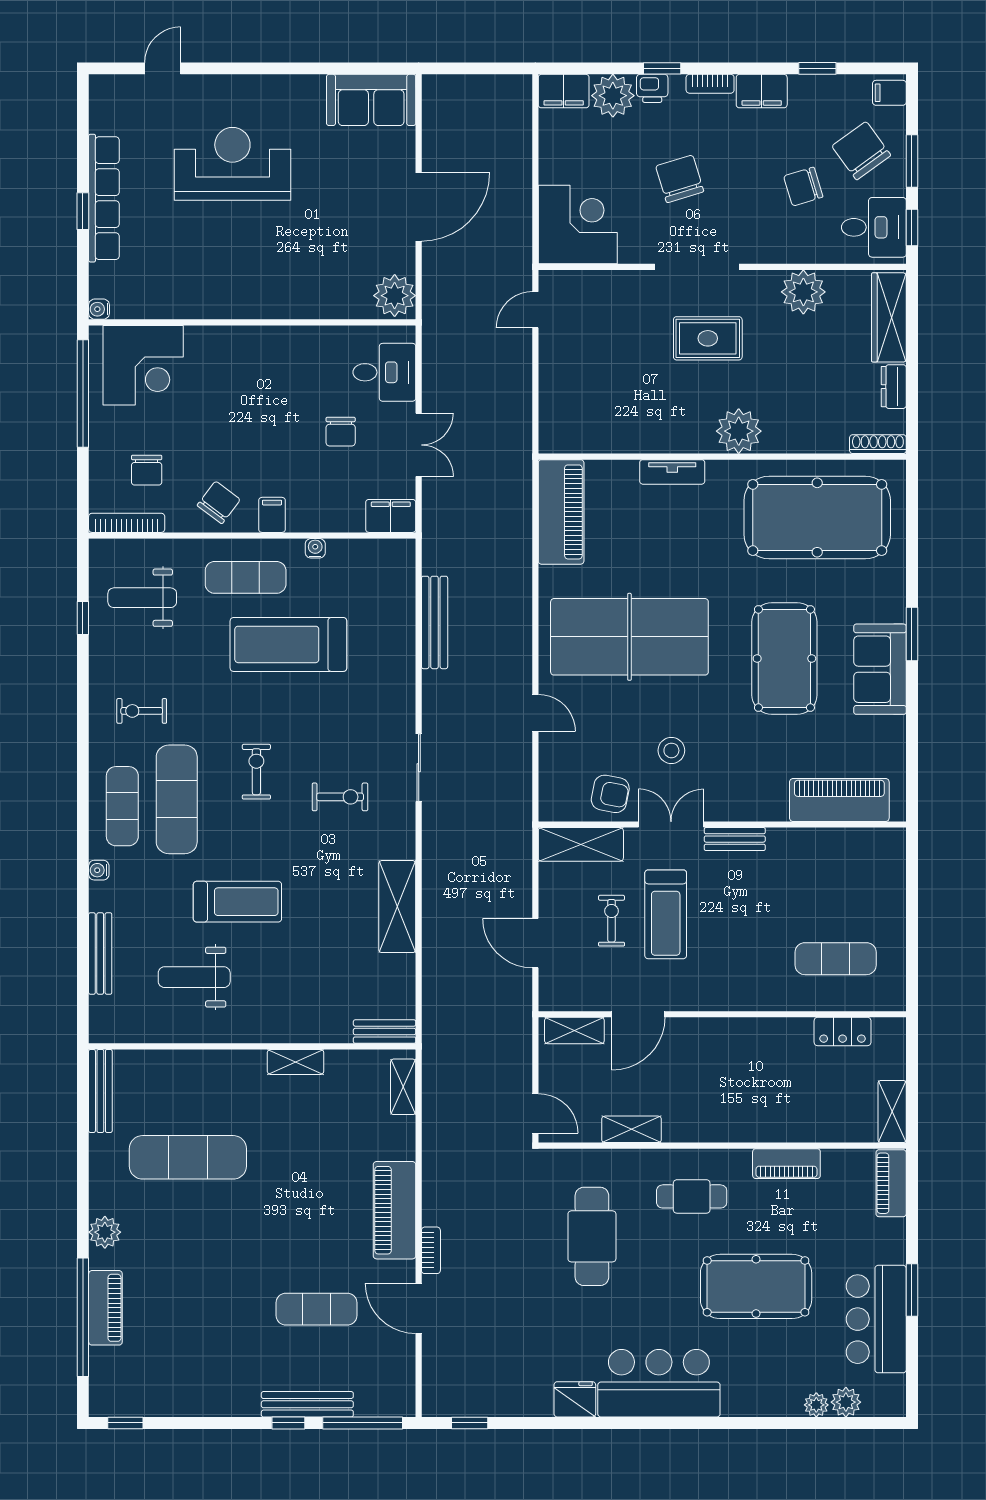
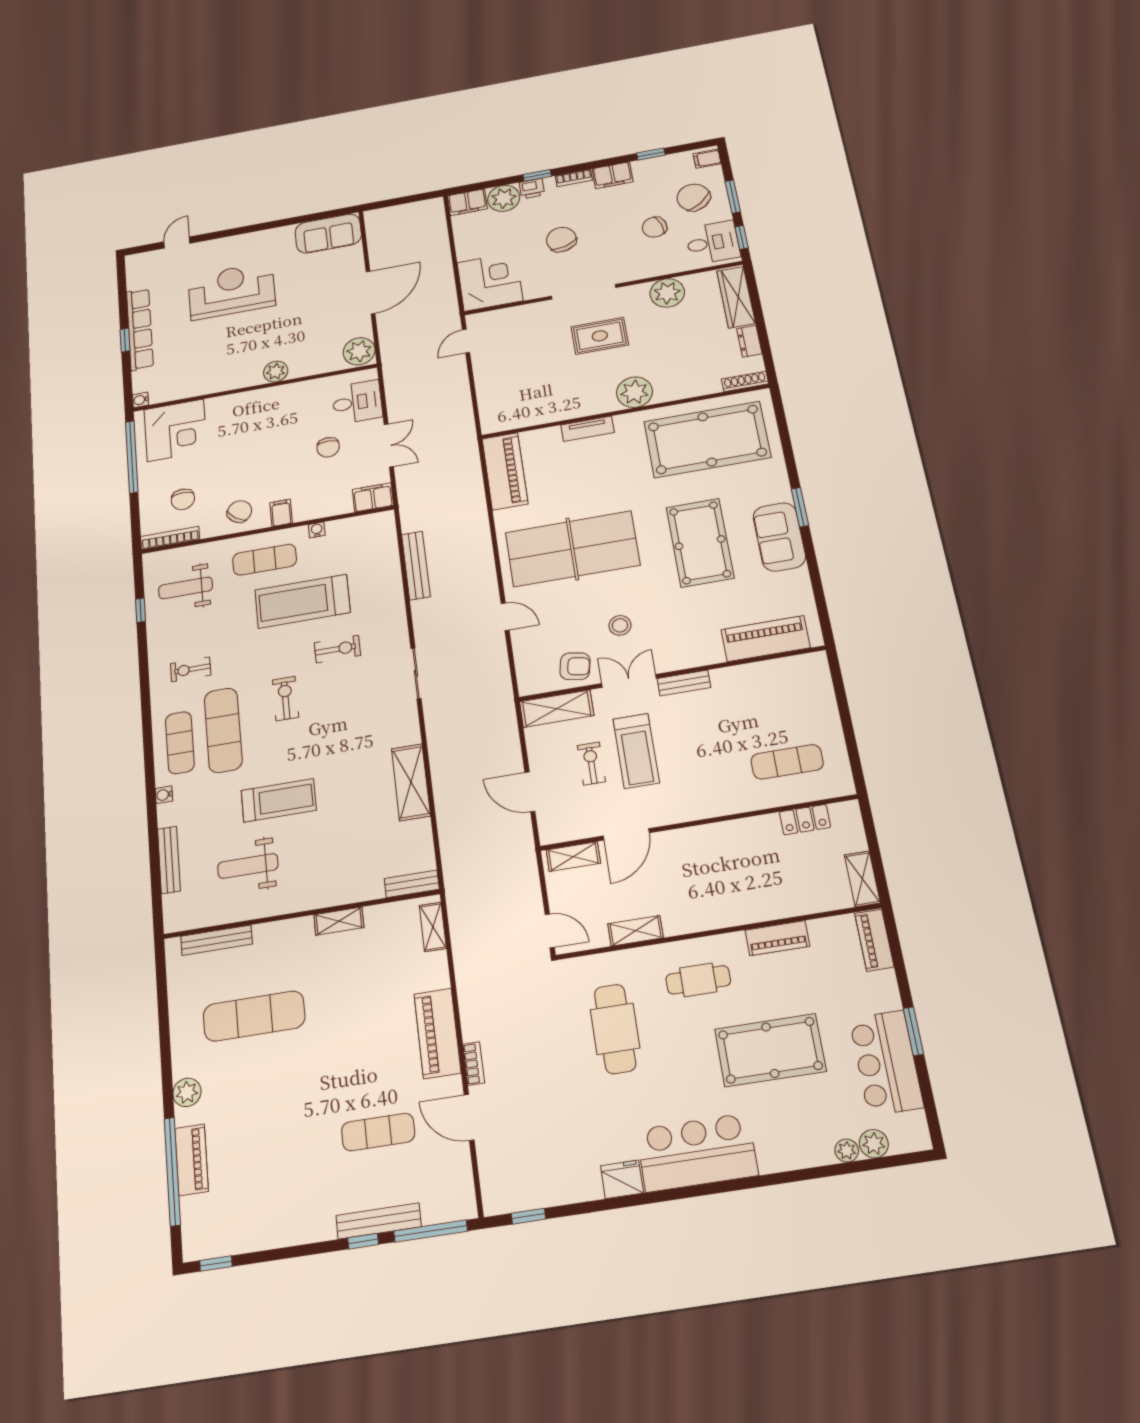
plant: (282, 303) -> (276, 372), added
exercise bike: (340, 797) -> (337, 649), moved
bench: (100, 1091) -> (216, 940), moved, turned 90

